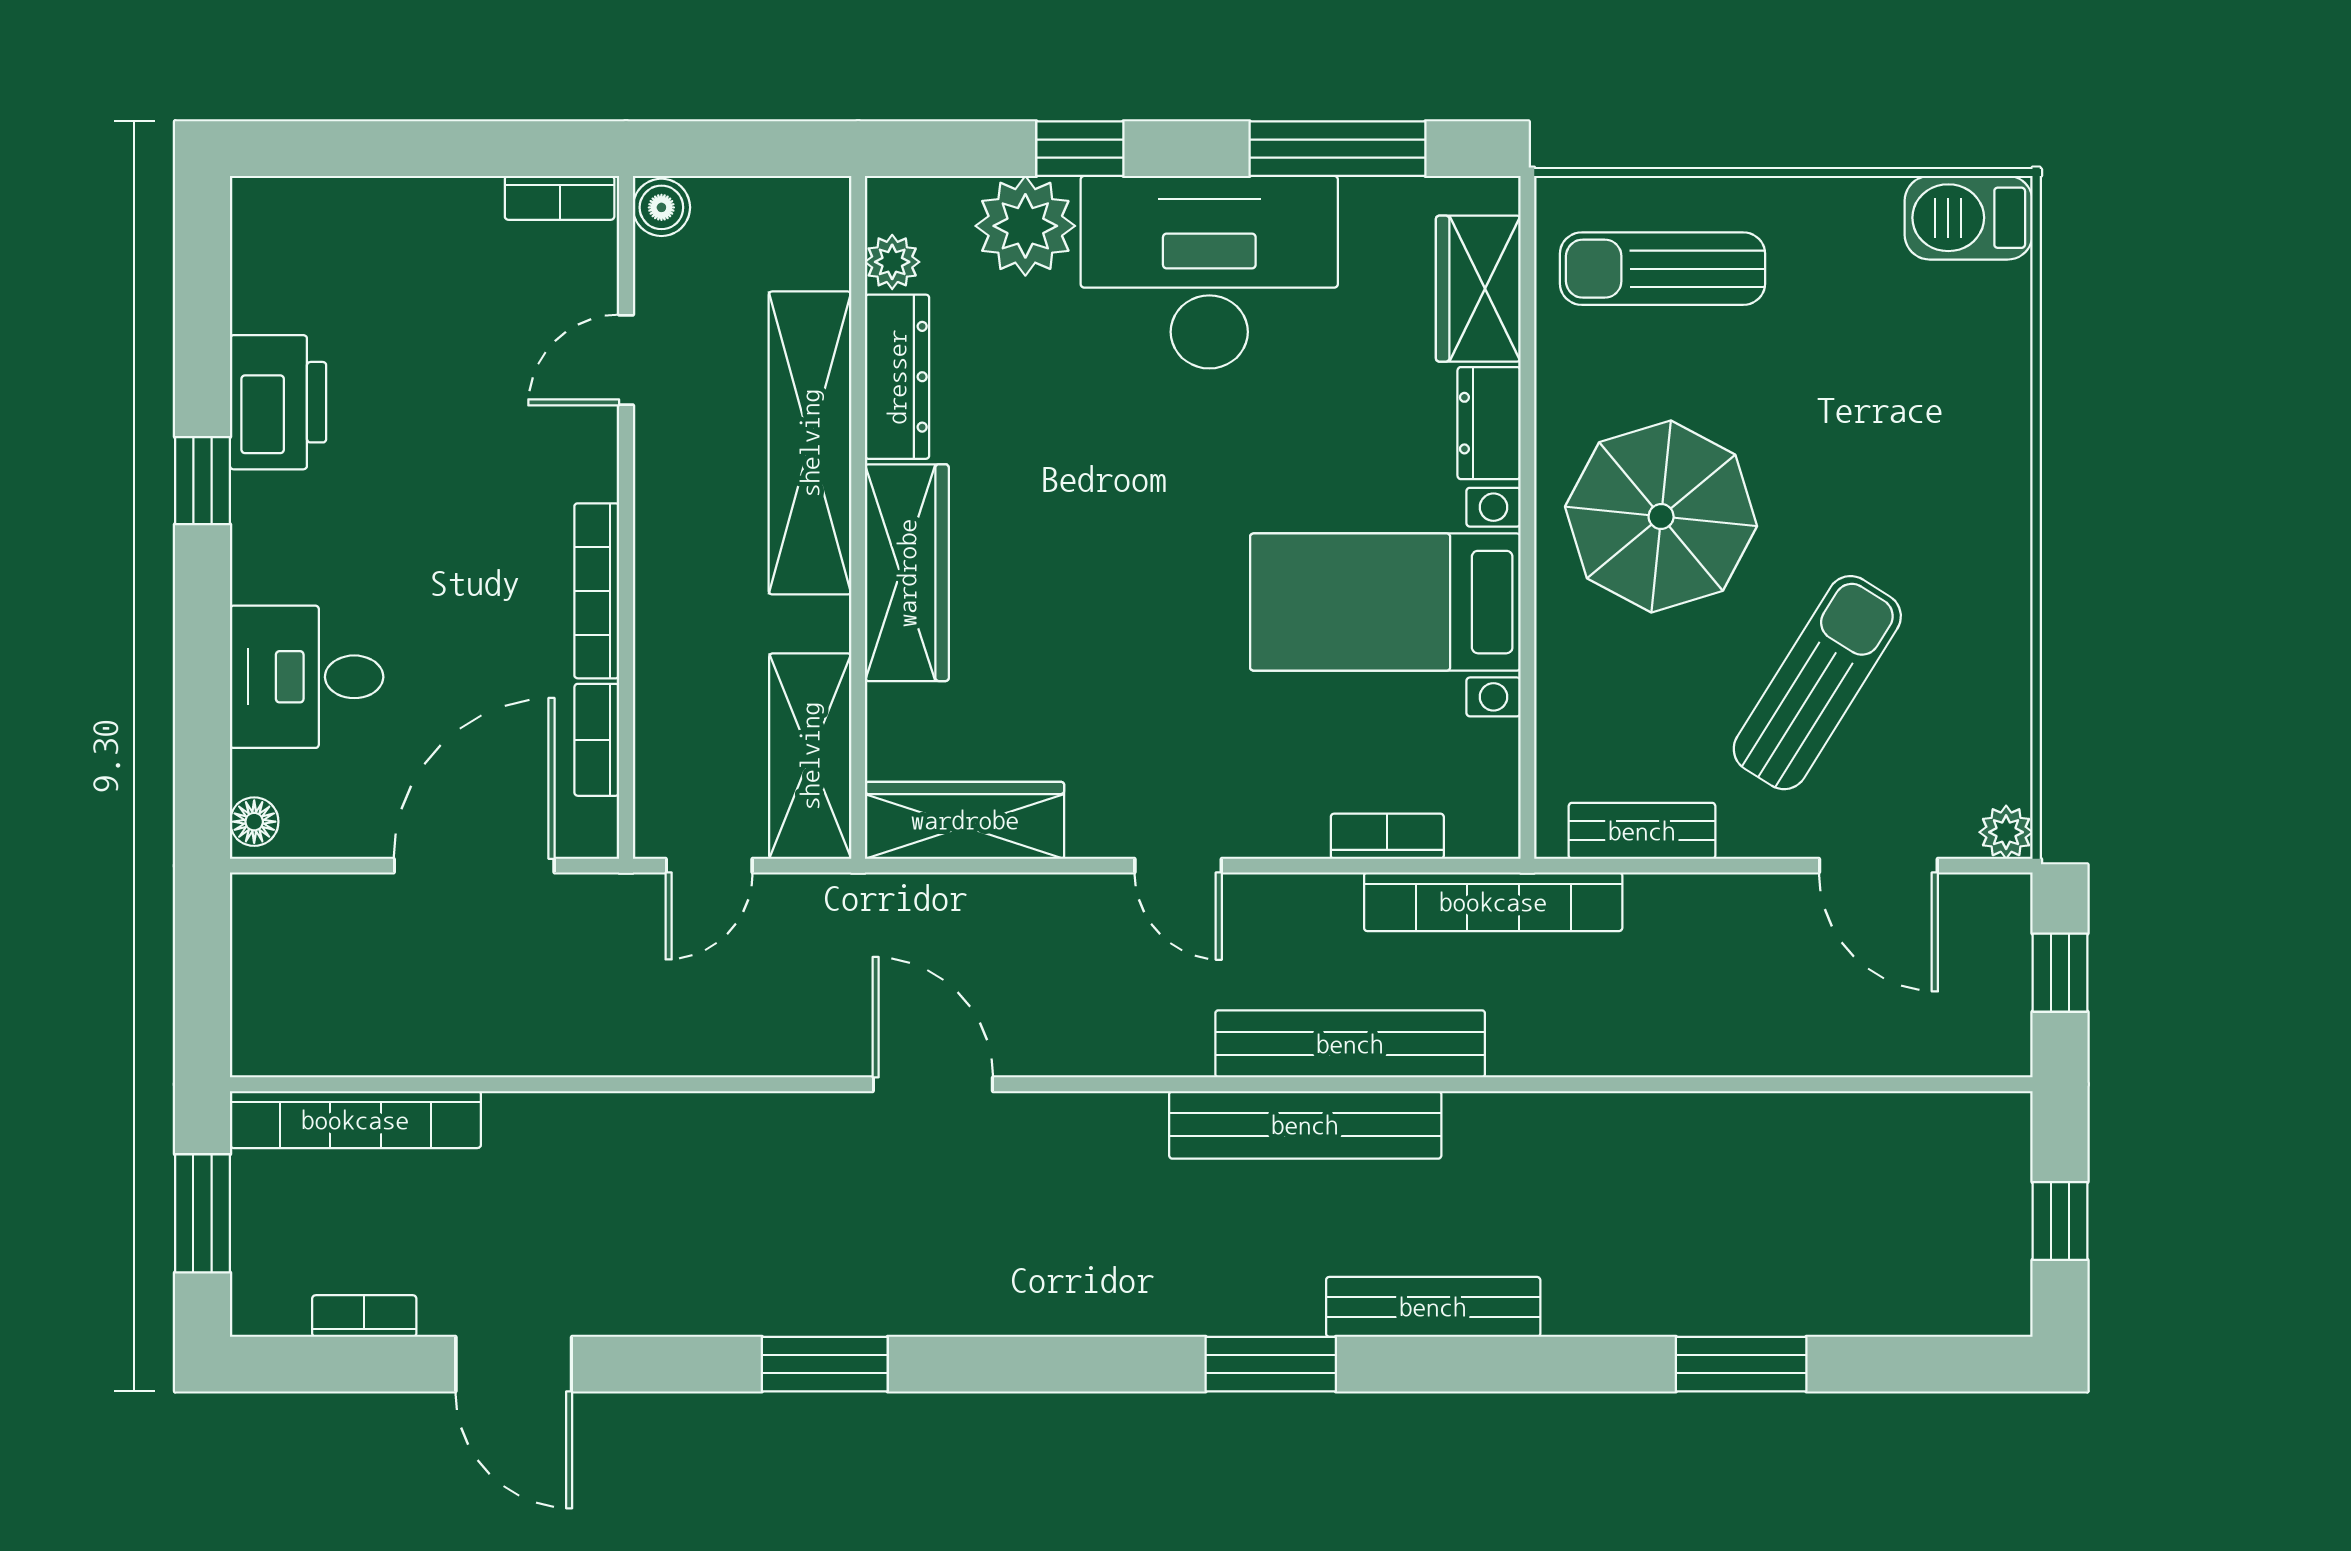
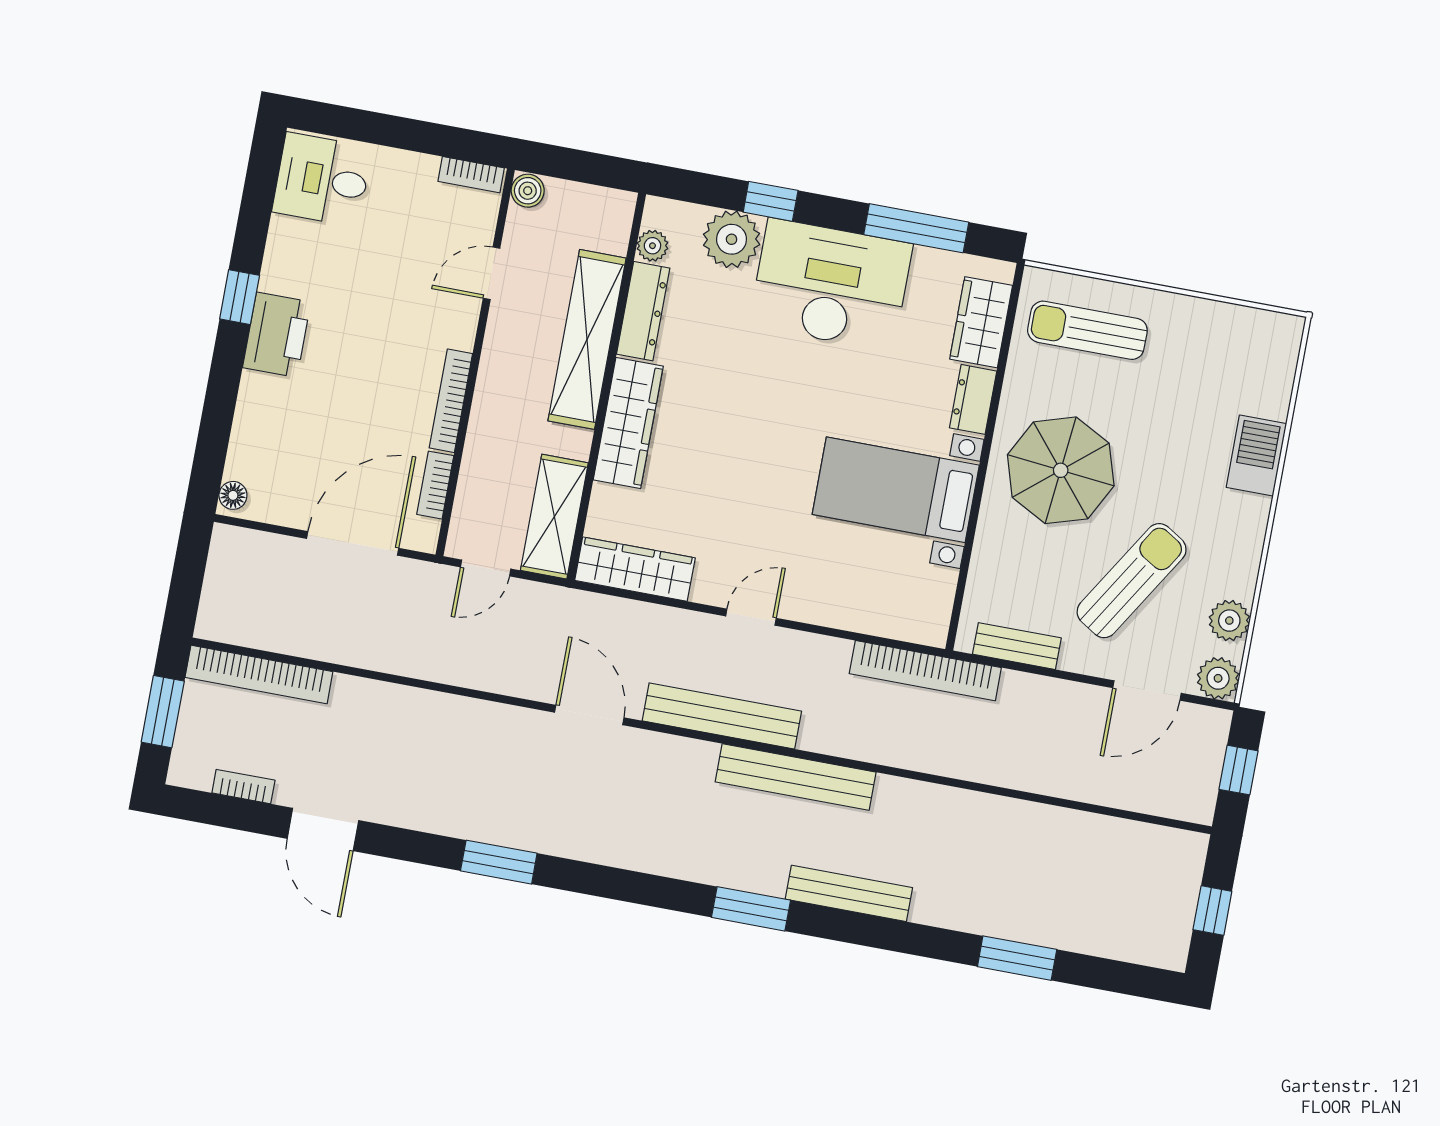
barbecue: (1969, 218) -> (1256, 456), moved, turned 90
printer: (278, 402) -> (277, 335), moved
desk: (307, 677) -> (322, 180), moved
plant: (1997, 720) -> (1229, 621), added
plant: (2006, 832) -> (1218, 678), width x1.38, depth x1.38
bookcase: (1387, 836) -> (872, 622), removed
door: (1178, 866) -> (751, 617), swing flipped
door: (1878, 866) -> (1147, 691), hinge flipped
bench: (1350, 1044) -> (722, 716), moved

